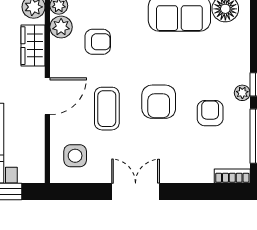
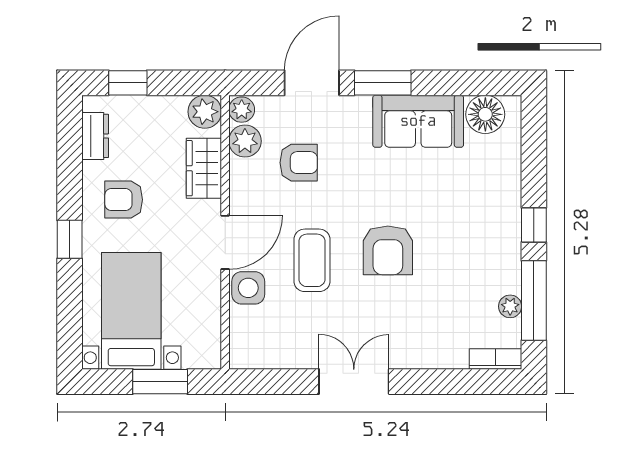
plant: (242, 93) -> (510, 306), moved
armchair: (210, 113) -> (463, 267), removed
side table: (75, 156) -> (248, 288), moved

